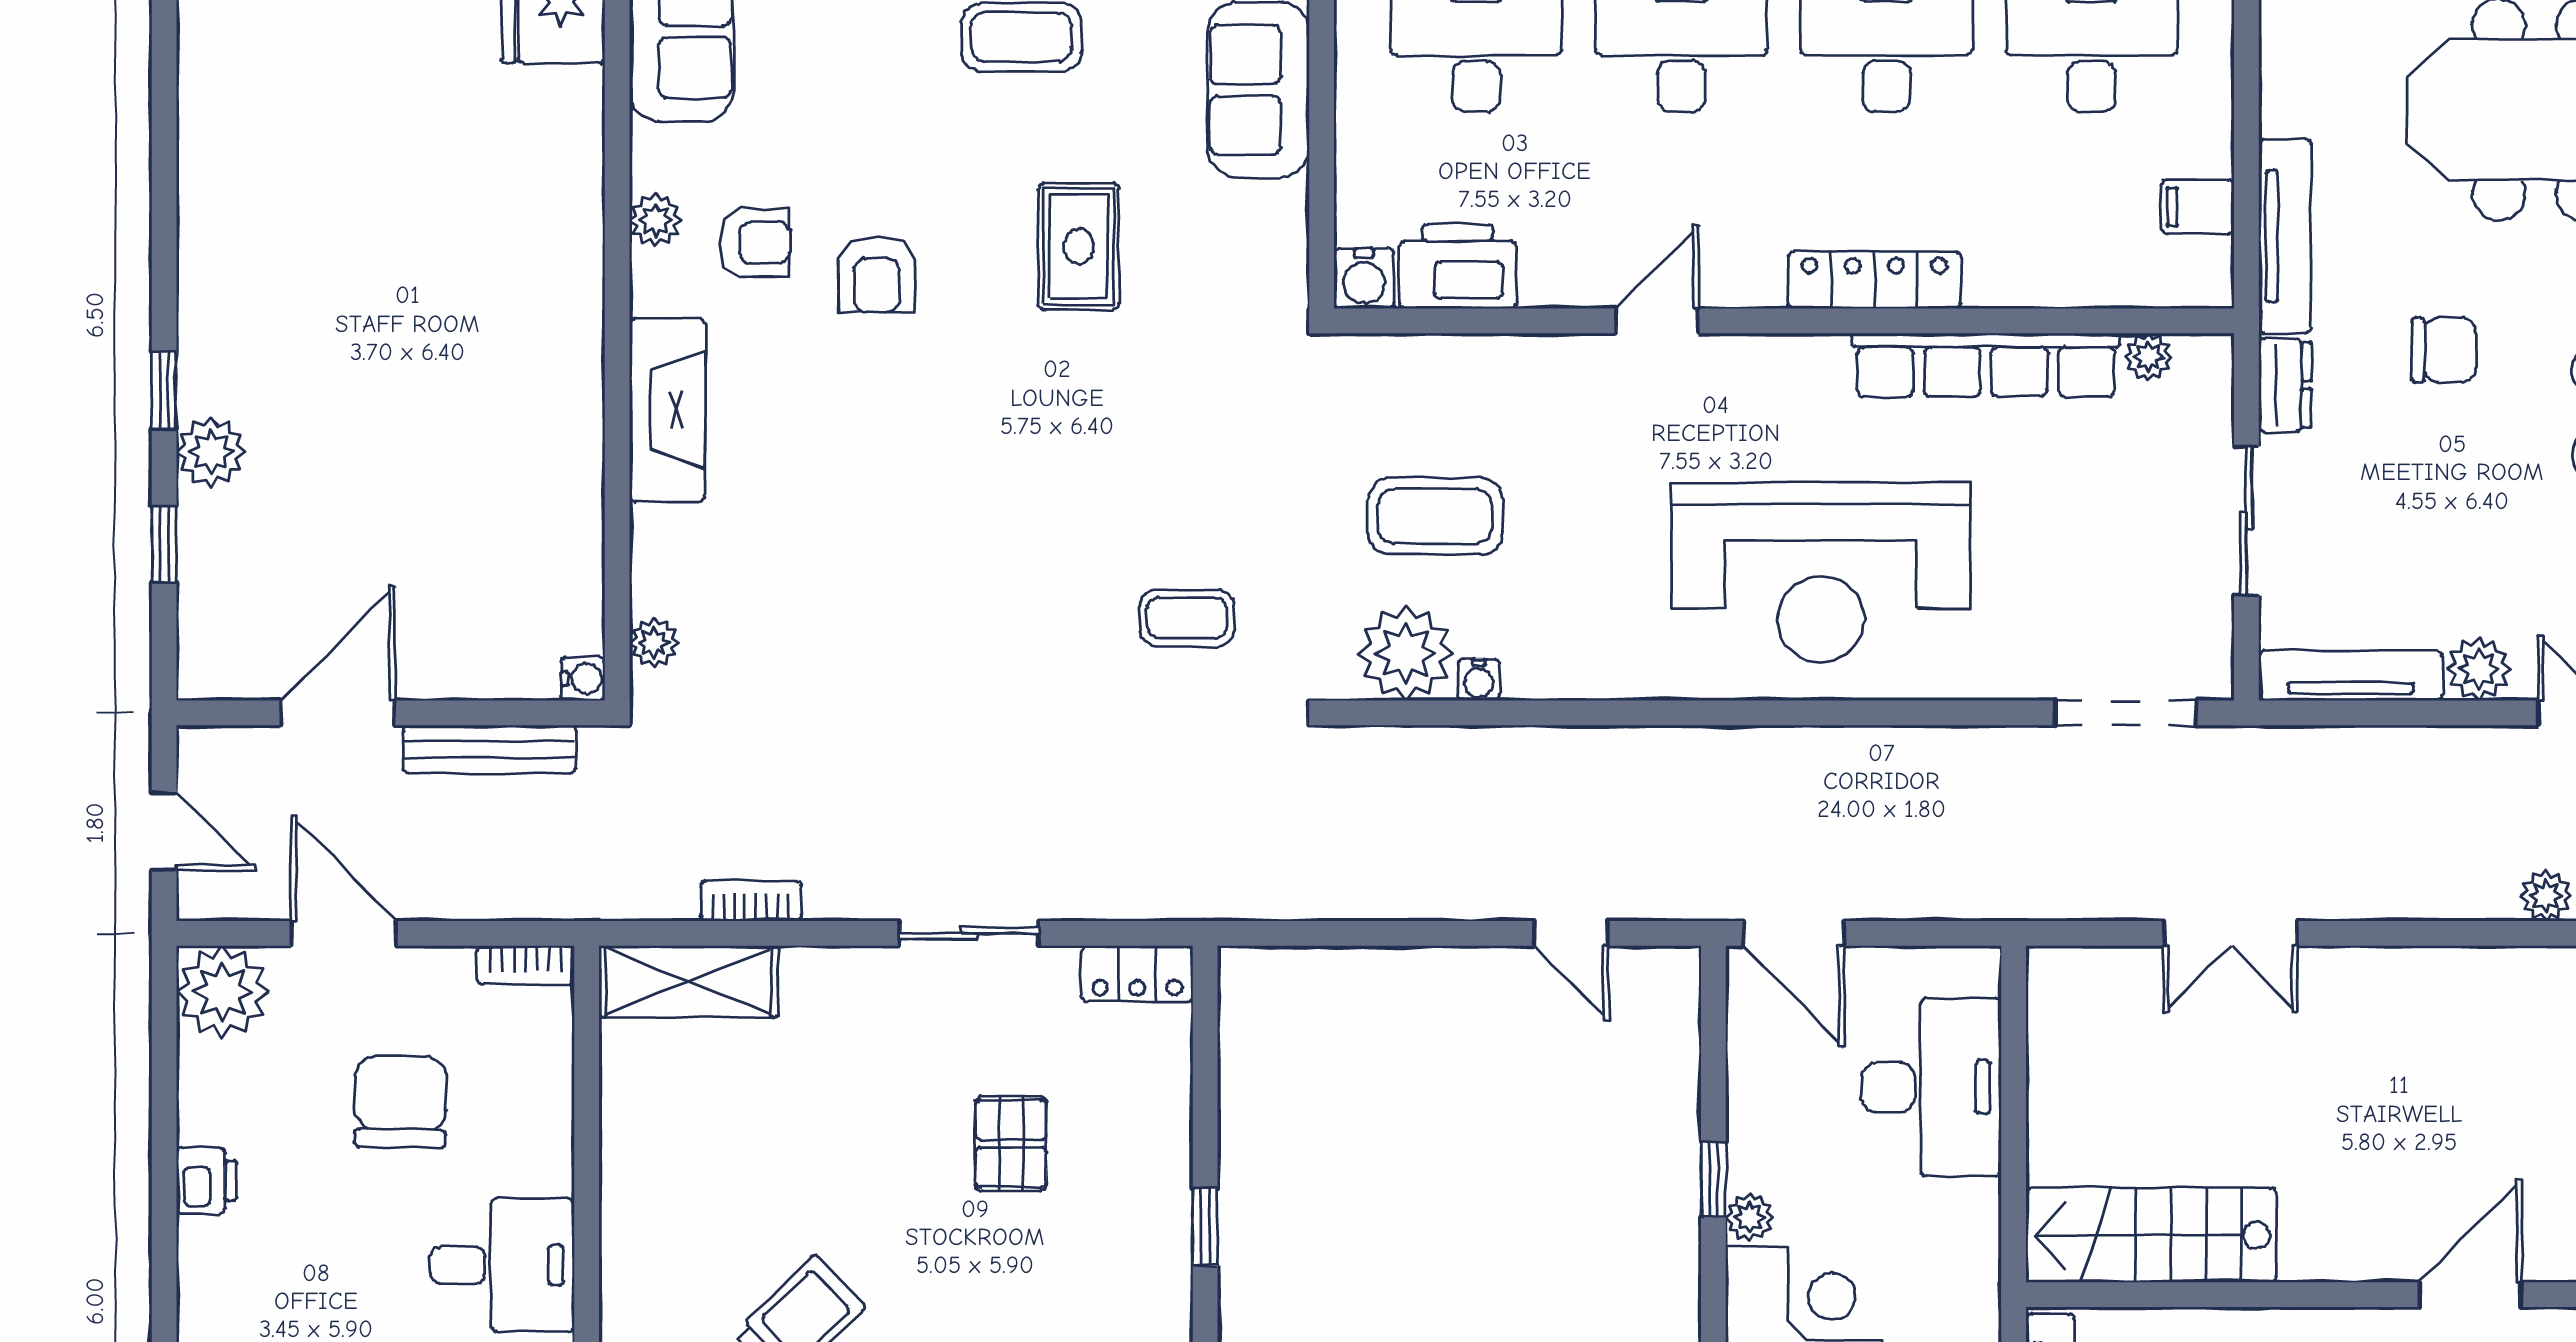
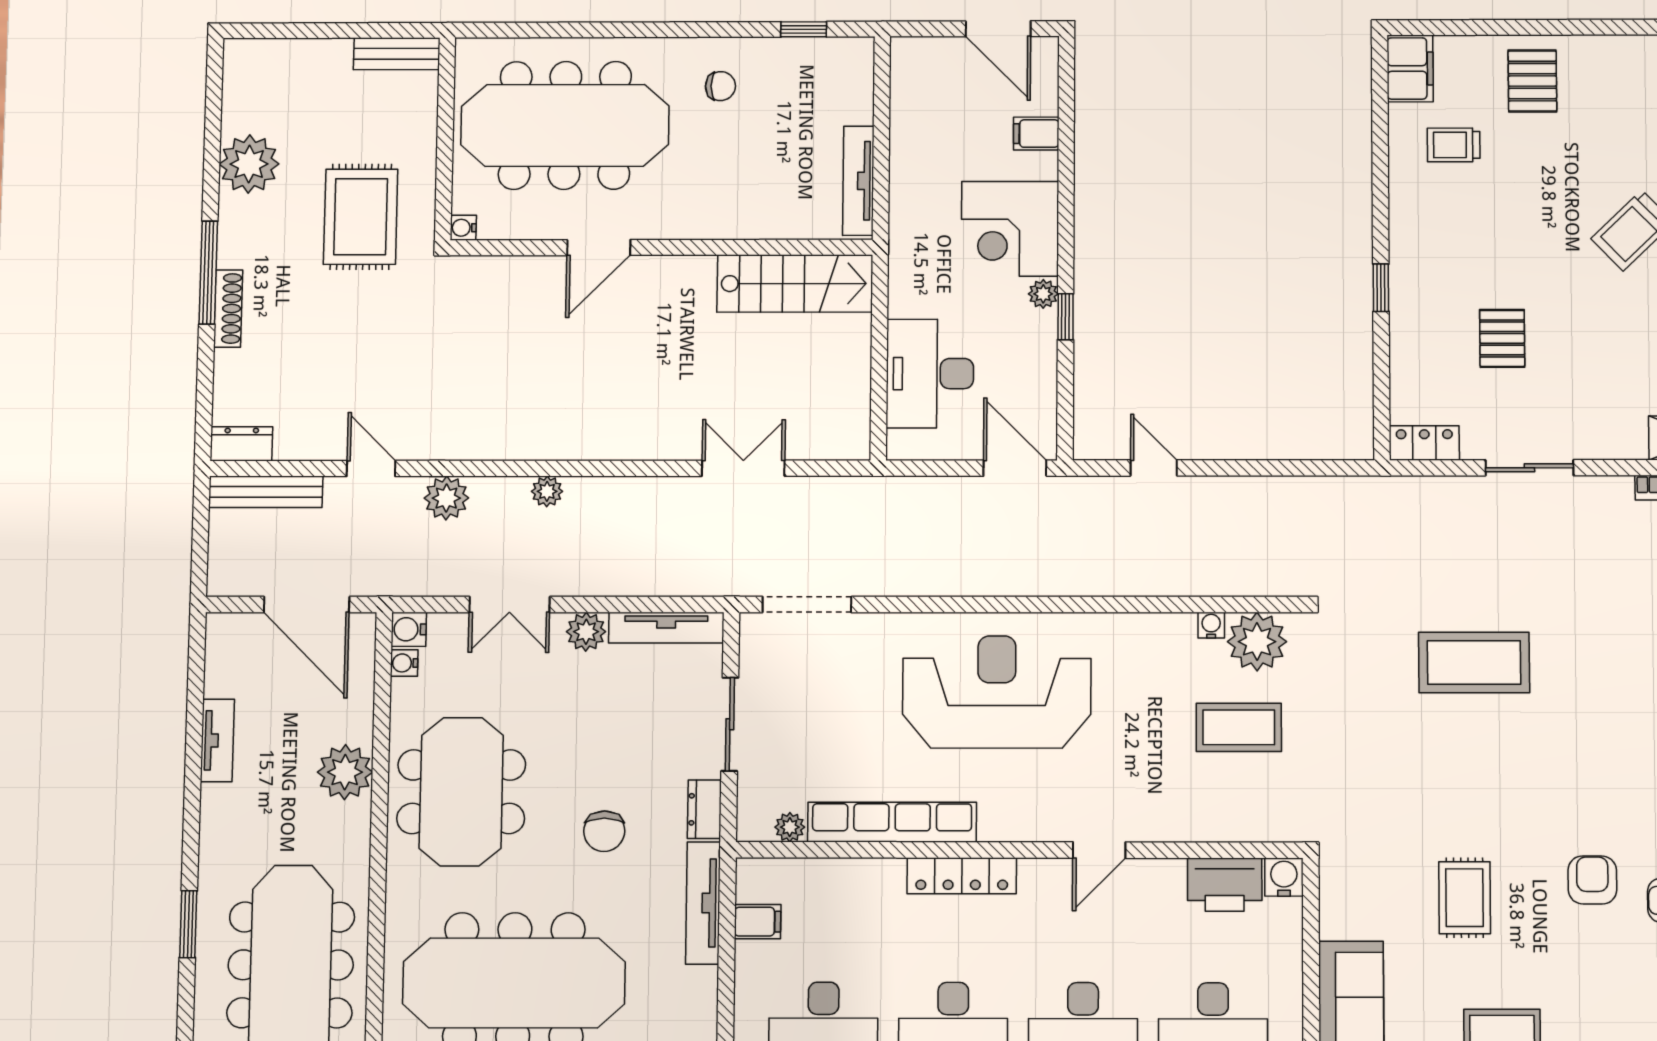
chair: (2444, 350) -> (604, 831), turned -90
coffee table: (1187, 618) -> (1474, 662), moved, width x1.86, depth x1.72

